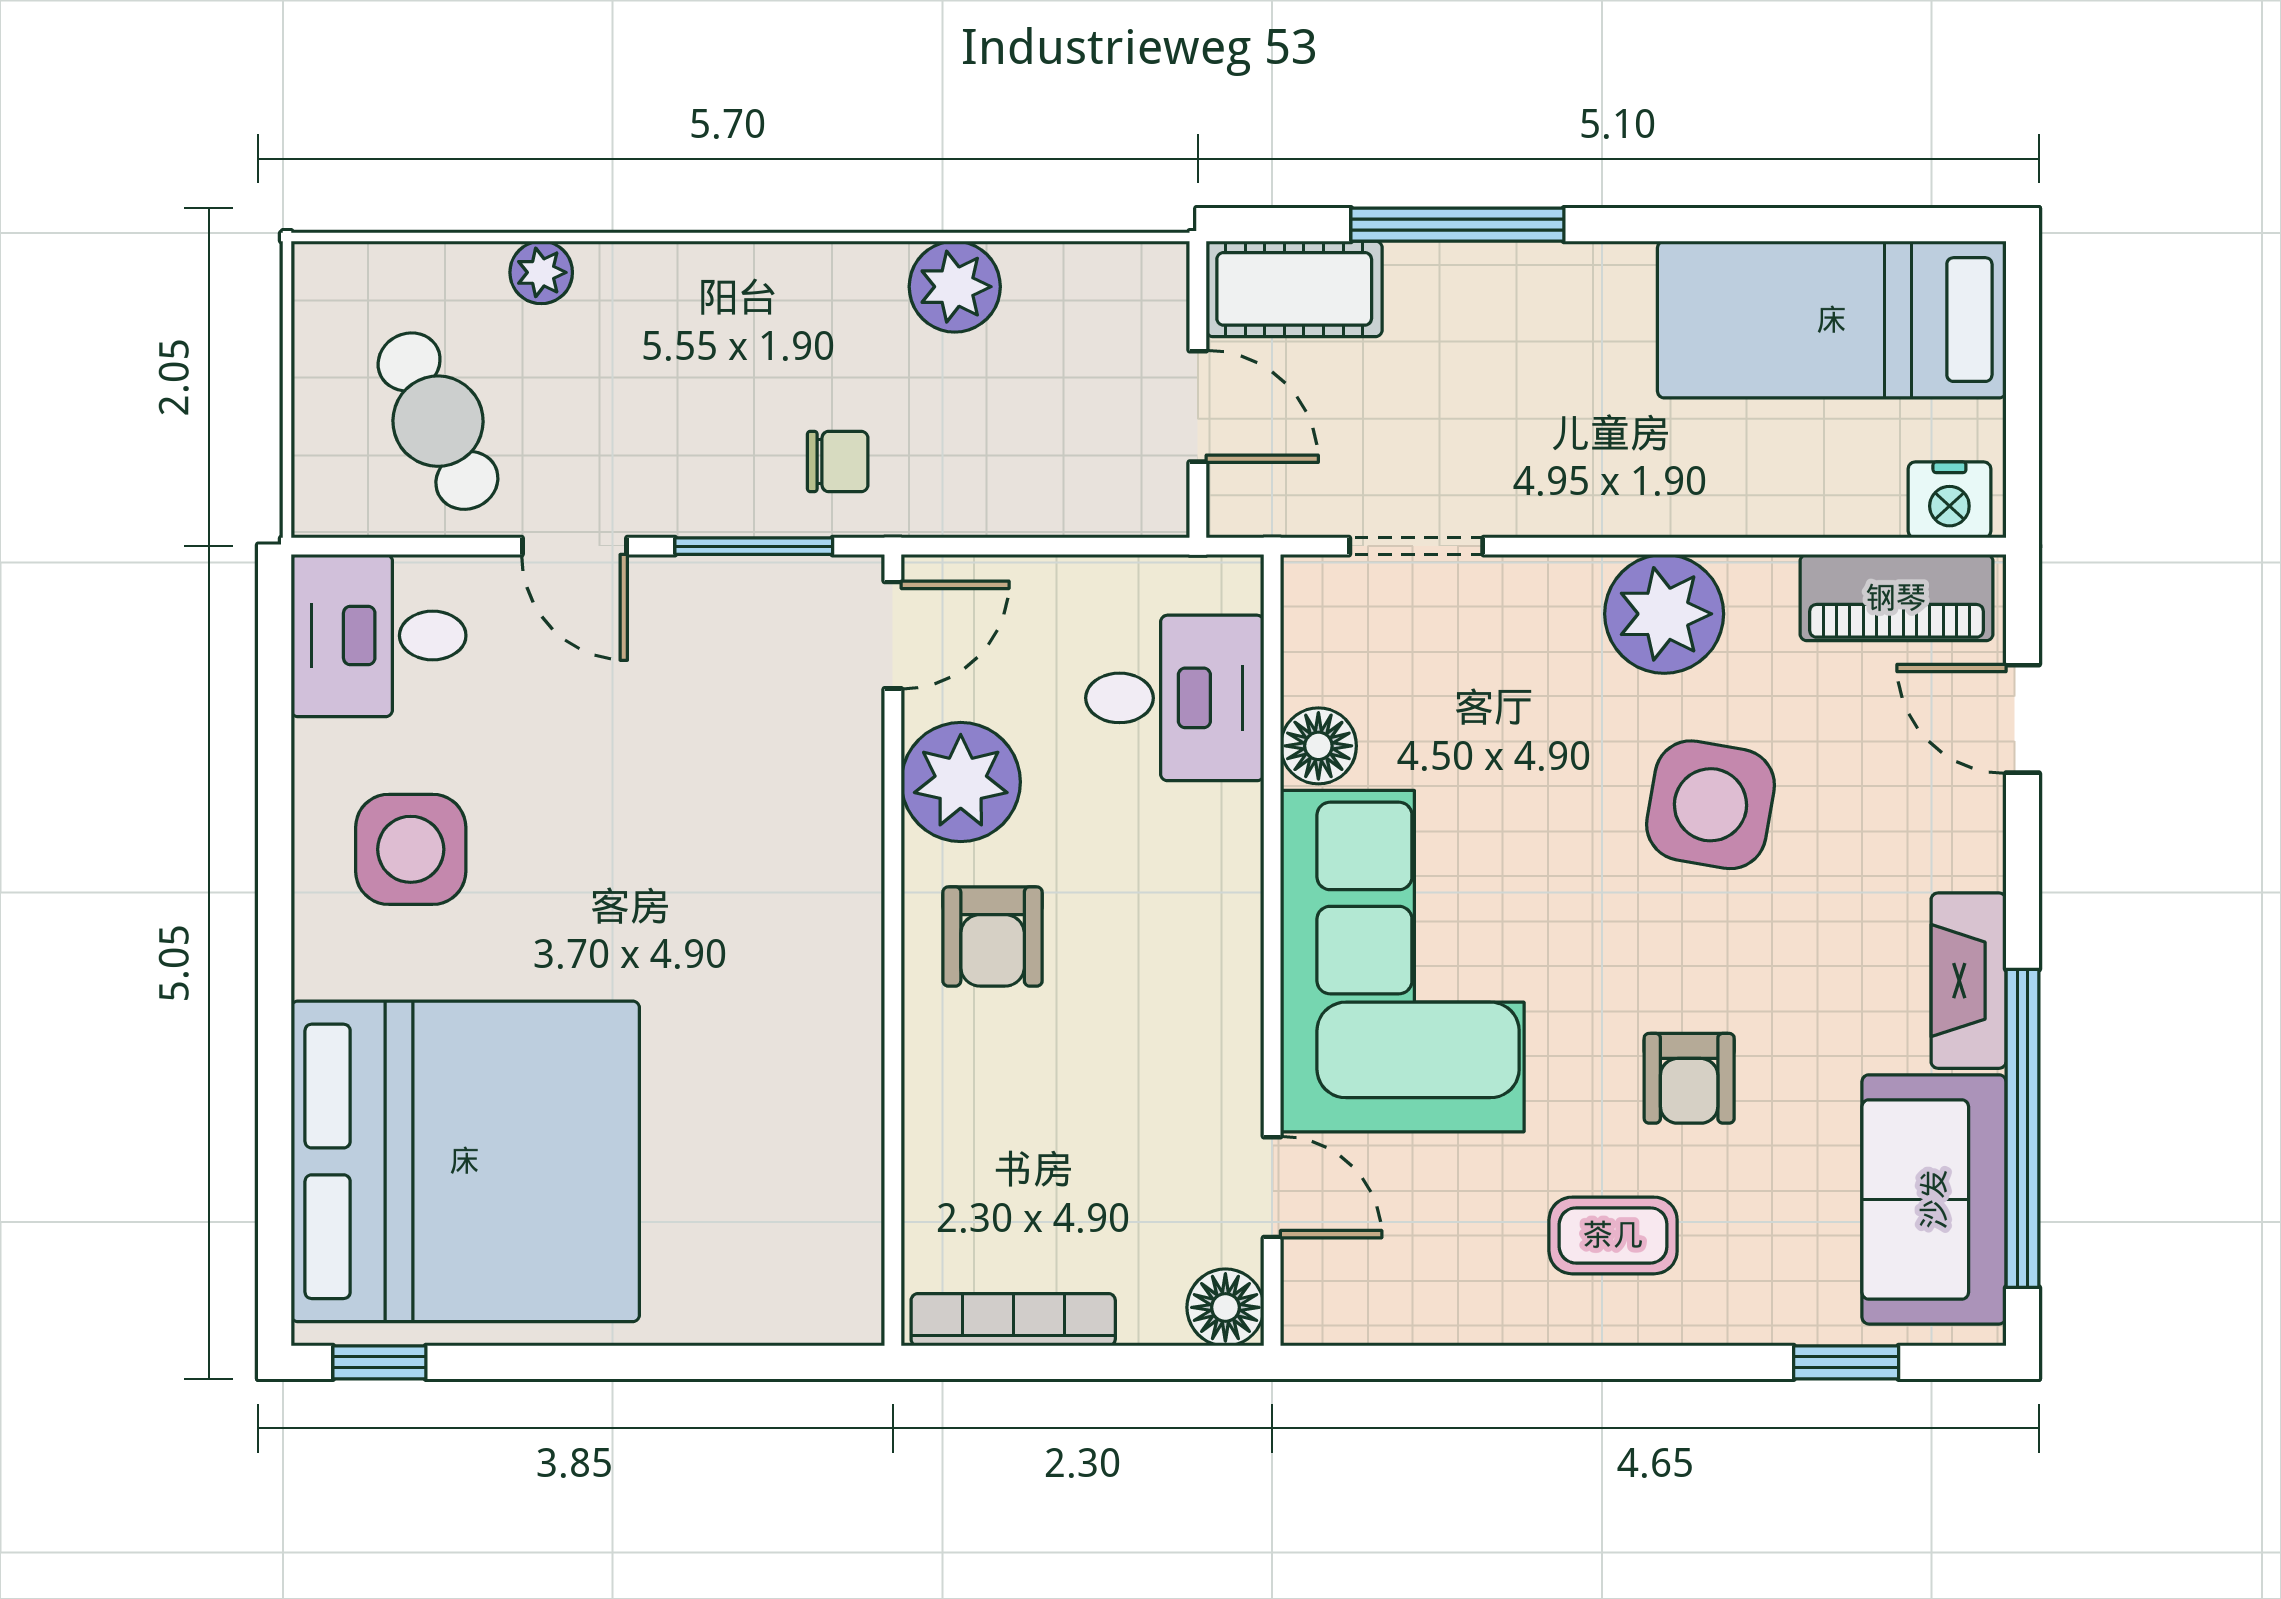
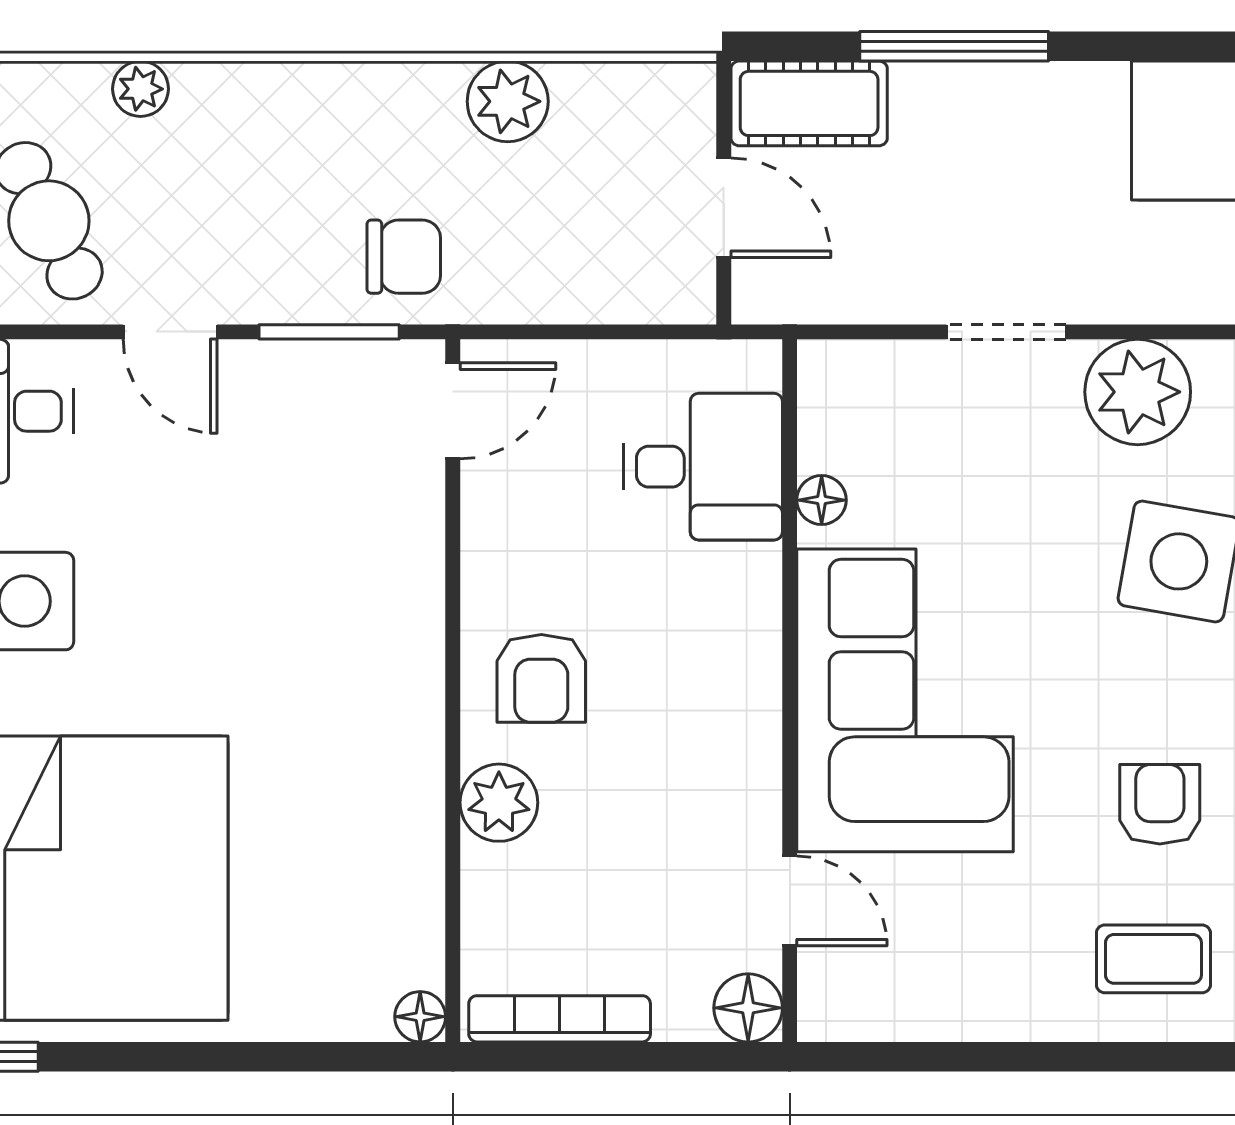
chair: (838, 461) -> (404, 257), width x1.37, depth x1.37
doorway: (1416, 546) -> (1006, 332), moved
floor lamp: (1318, 746) -> (822, 500), width x0.73, depth x0.73
plant: (961, 782) -> (499, 803), moved, width x0.73, depth x0.73
armchair: (1689, 1078) -> (1160, 804), turned 180
coffee table: (1613, 1235) -> (1153, 959), moved
floor lamp: (856, 1317) -> (420, 1017), added

